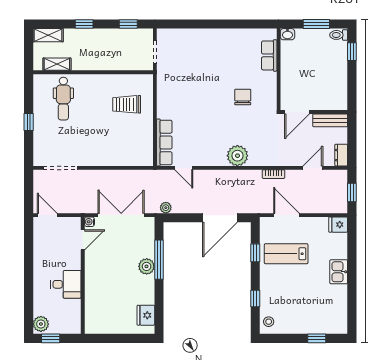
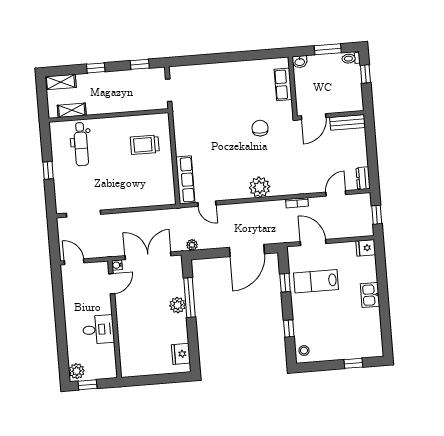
door: (297, 112) -> (314, 117), moved
wall: (314, 112) -> (331, 115), moved
bench: (330, 120) -> (348, 122), moved

